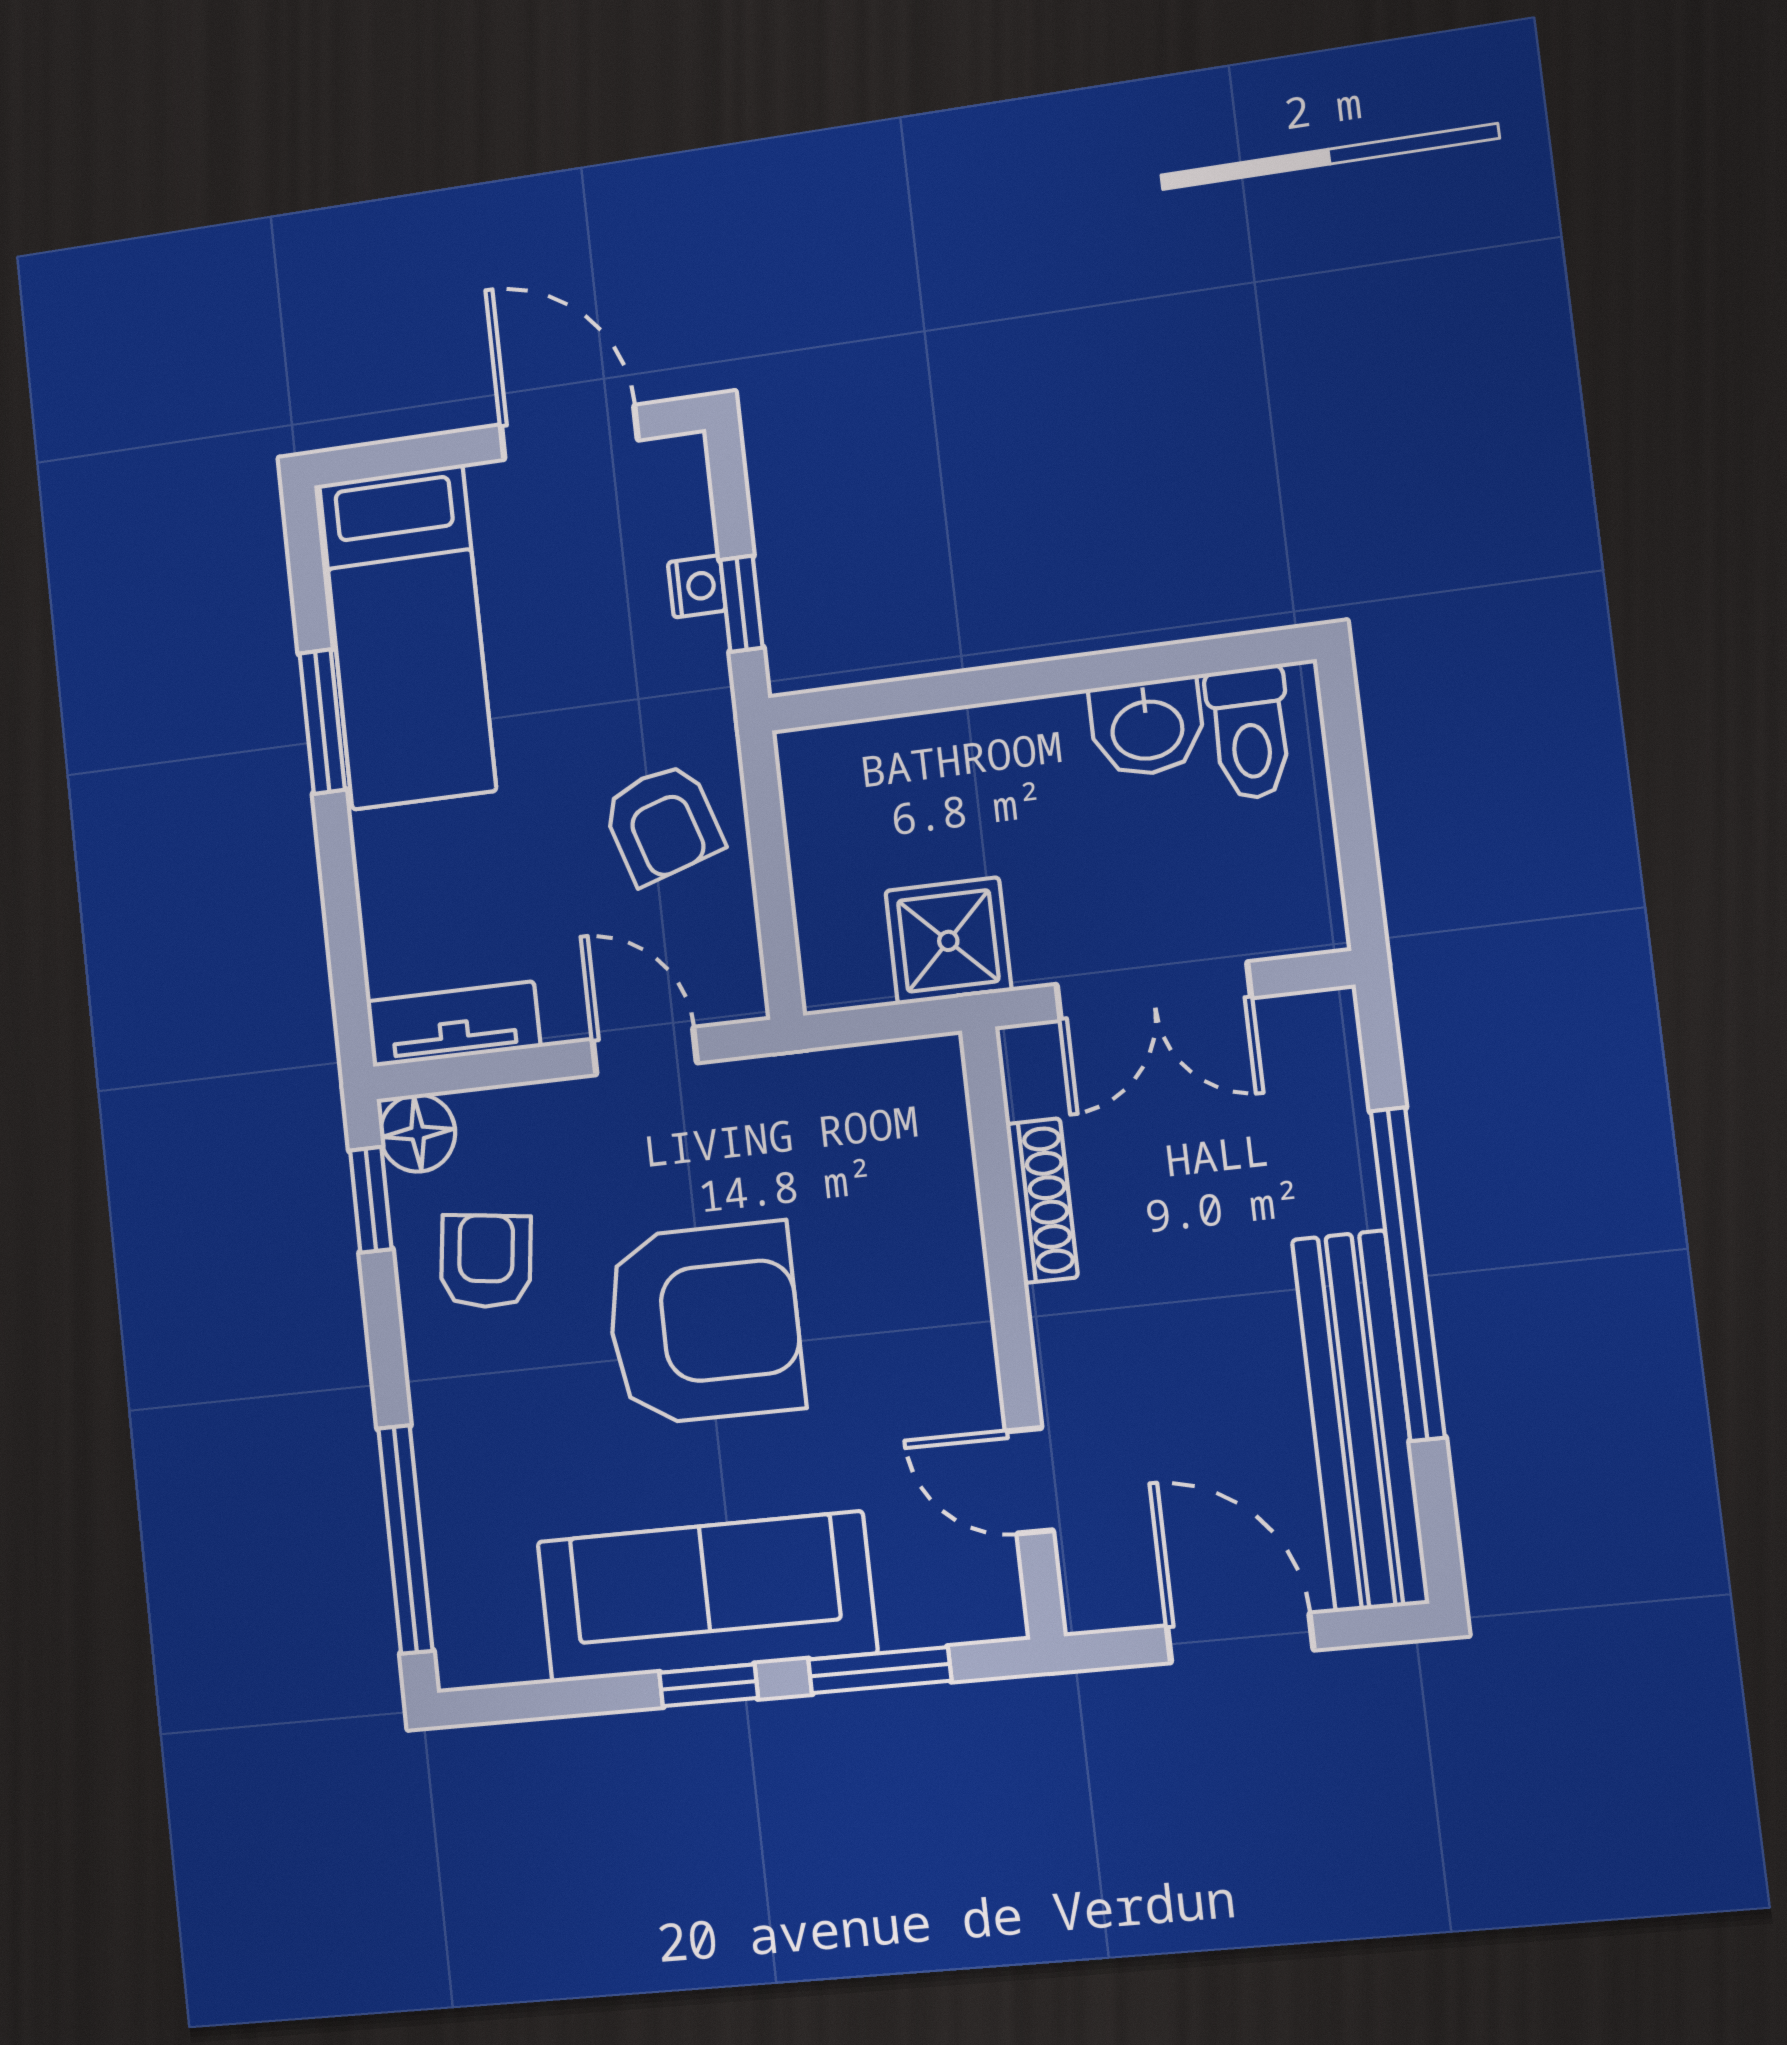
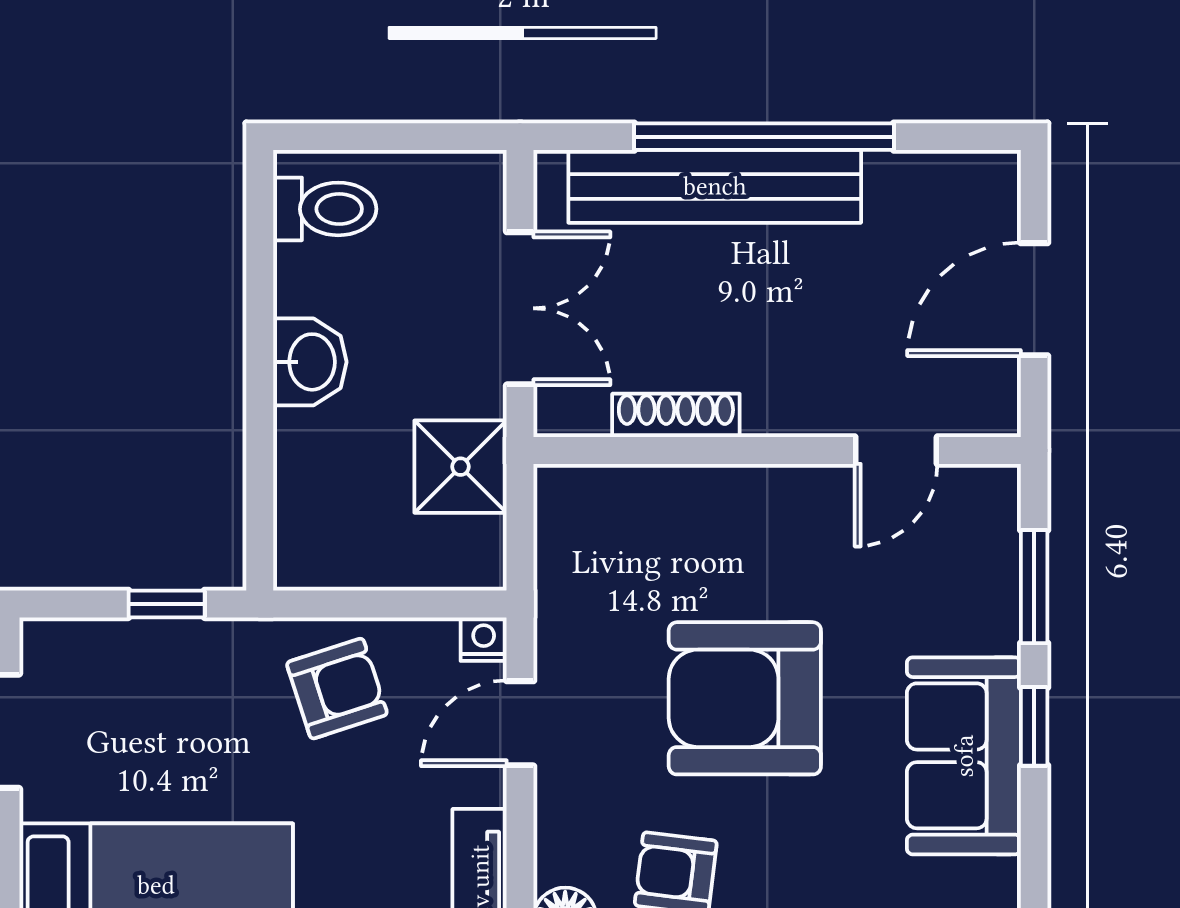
nightstand: (697, 586) -> (484, 639), moved
washbasin: (1147, 727) -> (310, 362), moved
armchair: (704, 1323) -> (745, 698), turned -90
bench: (1360, 1421) -> (715, 186), moved
sofa: (707, 1597) -> (964, 756), width x0.73

